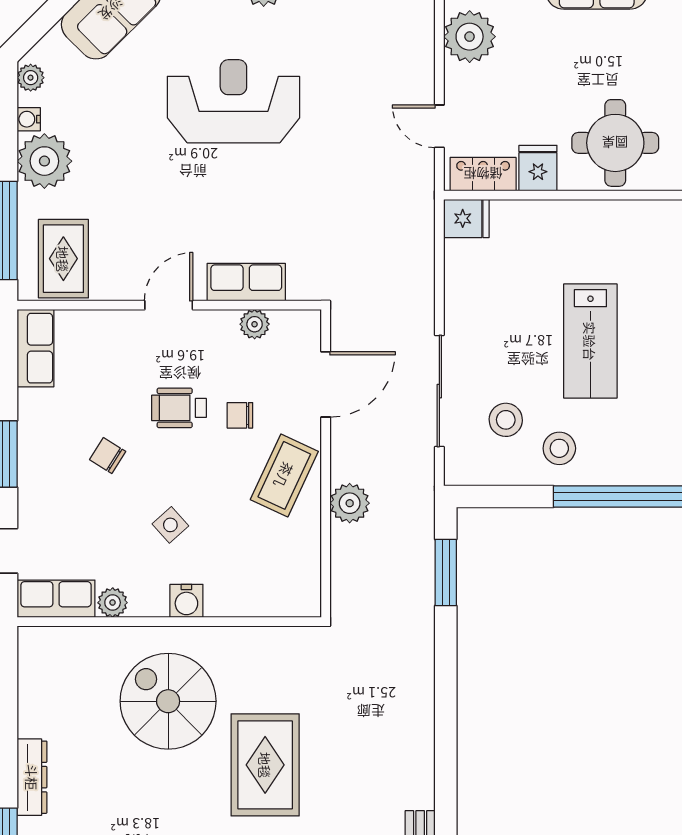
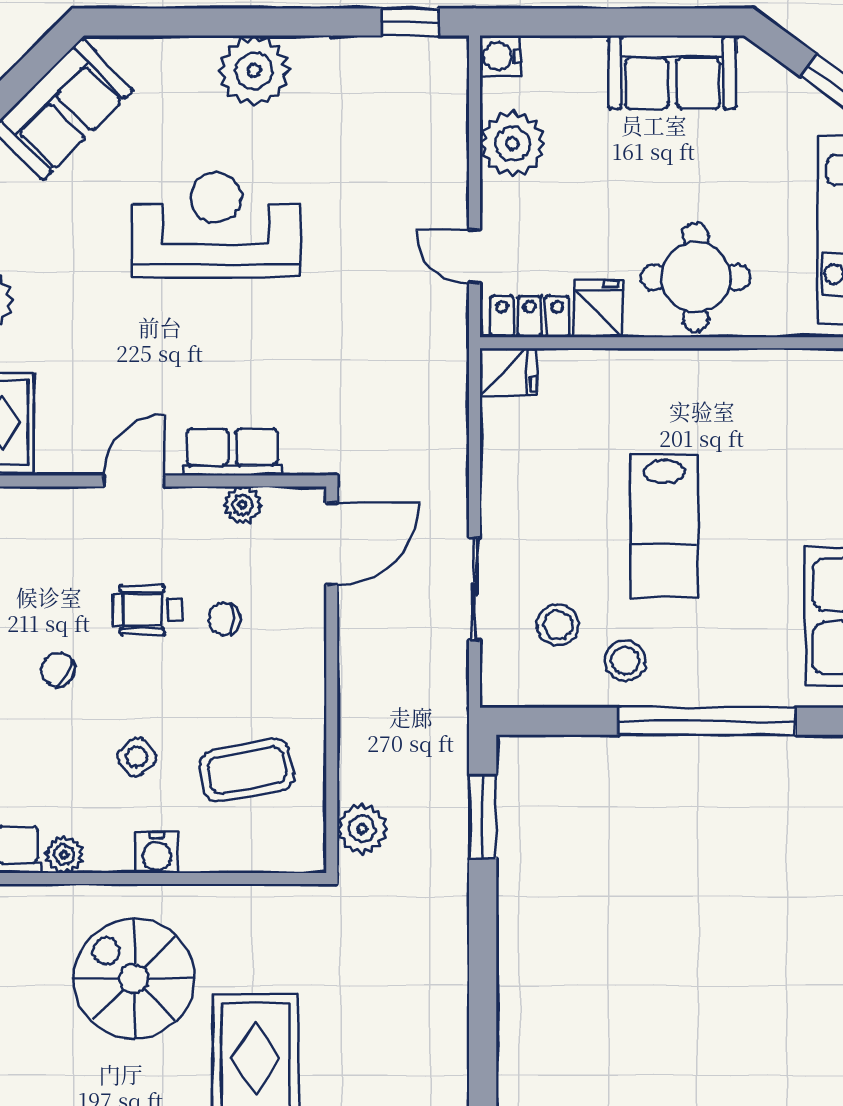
door: (326, 384) -> (332, 544), moved
sliding door: (439, 391) -> (475, 589), width x0.73
coffee table: (284, 475) -> (247, 770), moved, turned 54
plant: (350, 503) -> (362, 829), moved

